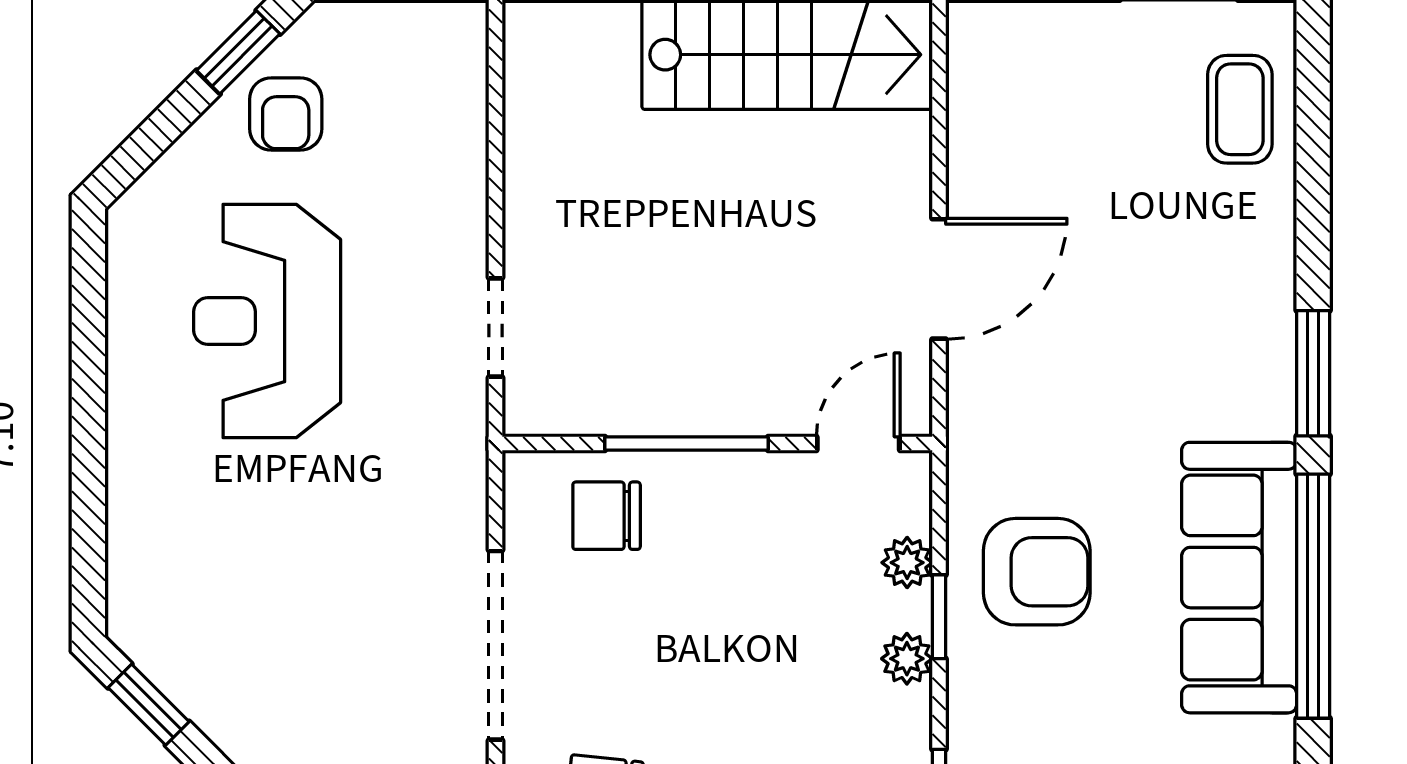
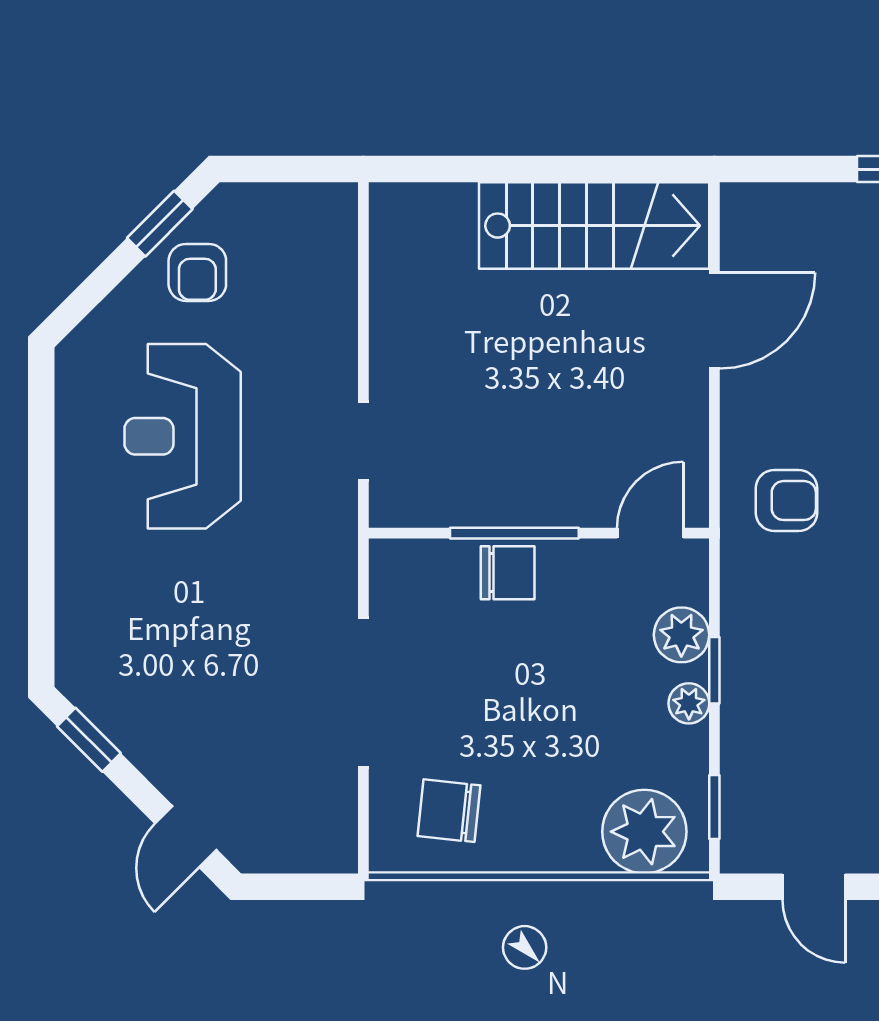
door: (939, 279) -> (714, 321), moved
chair: (607, 516) -> (508, 573), moved, turned 180
plant: (907, 563) -> (681, 635), width x1.38, depth x1.38
armchair: (1037, 572) -> (786, 501), moved, width x0.72, depth x0.72

